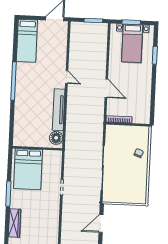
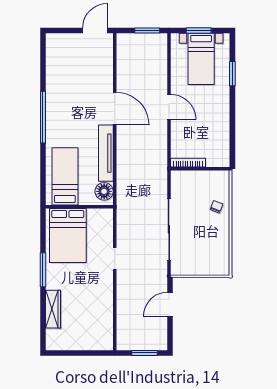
bed: (27, 41) -> (65, 176), moved, turned 180
door: (67, 77) -> (115, 109), width x1.87
door: (106, 88) -> (169, 107), moved

